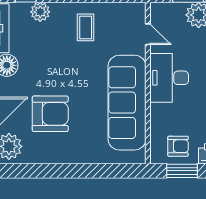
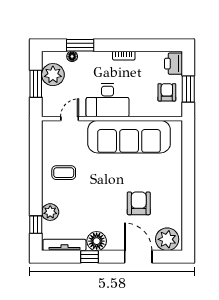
armchair: (50, 114) -> (139, 203), width x0.73, depth x0.73

